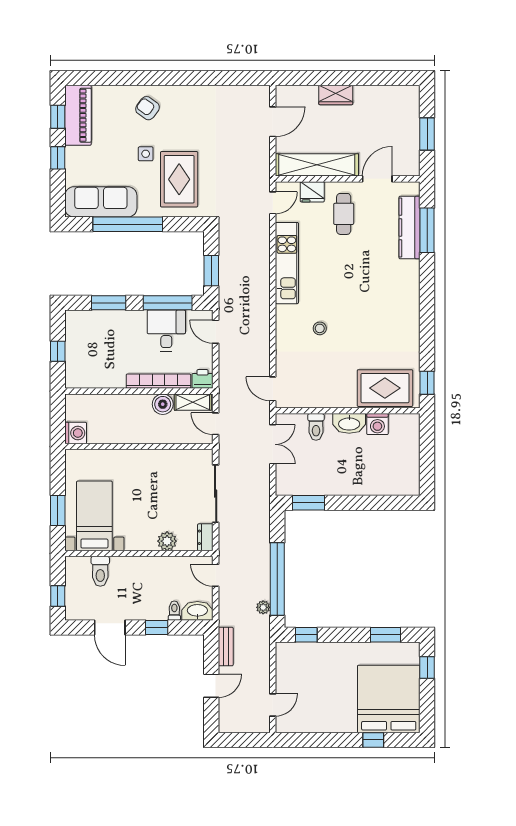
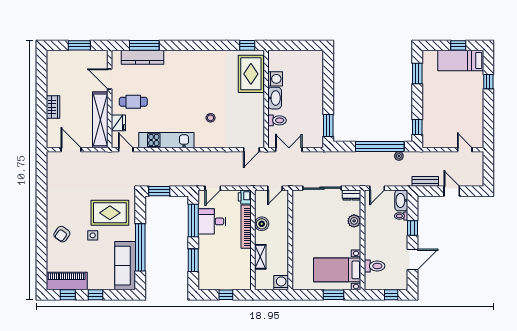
window: (211, 271) -> (159, 191), moved
shelving: (193, 402) -> (260, 257), moved
window: (427, 668) -> (458, 45), moved
bed: (389, 699) -> (461, 61), width x0.49

